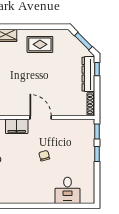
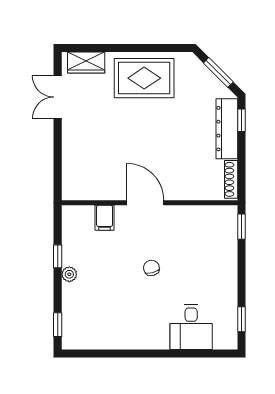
rug: (40, 44) -> (144, 78), width x1.36, depth x1.43
filing cabinet: (17, 126) -> (105, 218), width x0.50
window: (97, 154) -> (241, 319), moved

